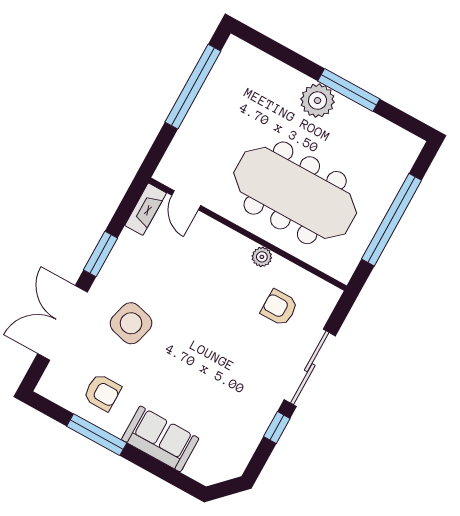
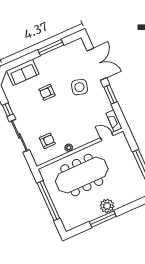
armchair: (102, 392) -> (47, 92), moved
sofa: (160, 439) -> (23, 72), moved

